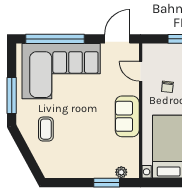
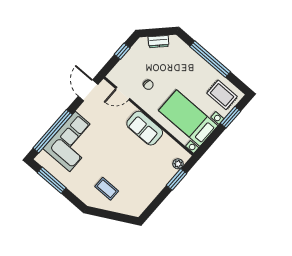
corner sofa: (61, 71) -> (72, 141), width x0.73, depth x0.74
window: (12, 96) -> (52, 180), moved

